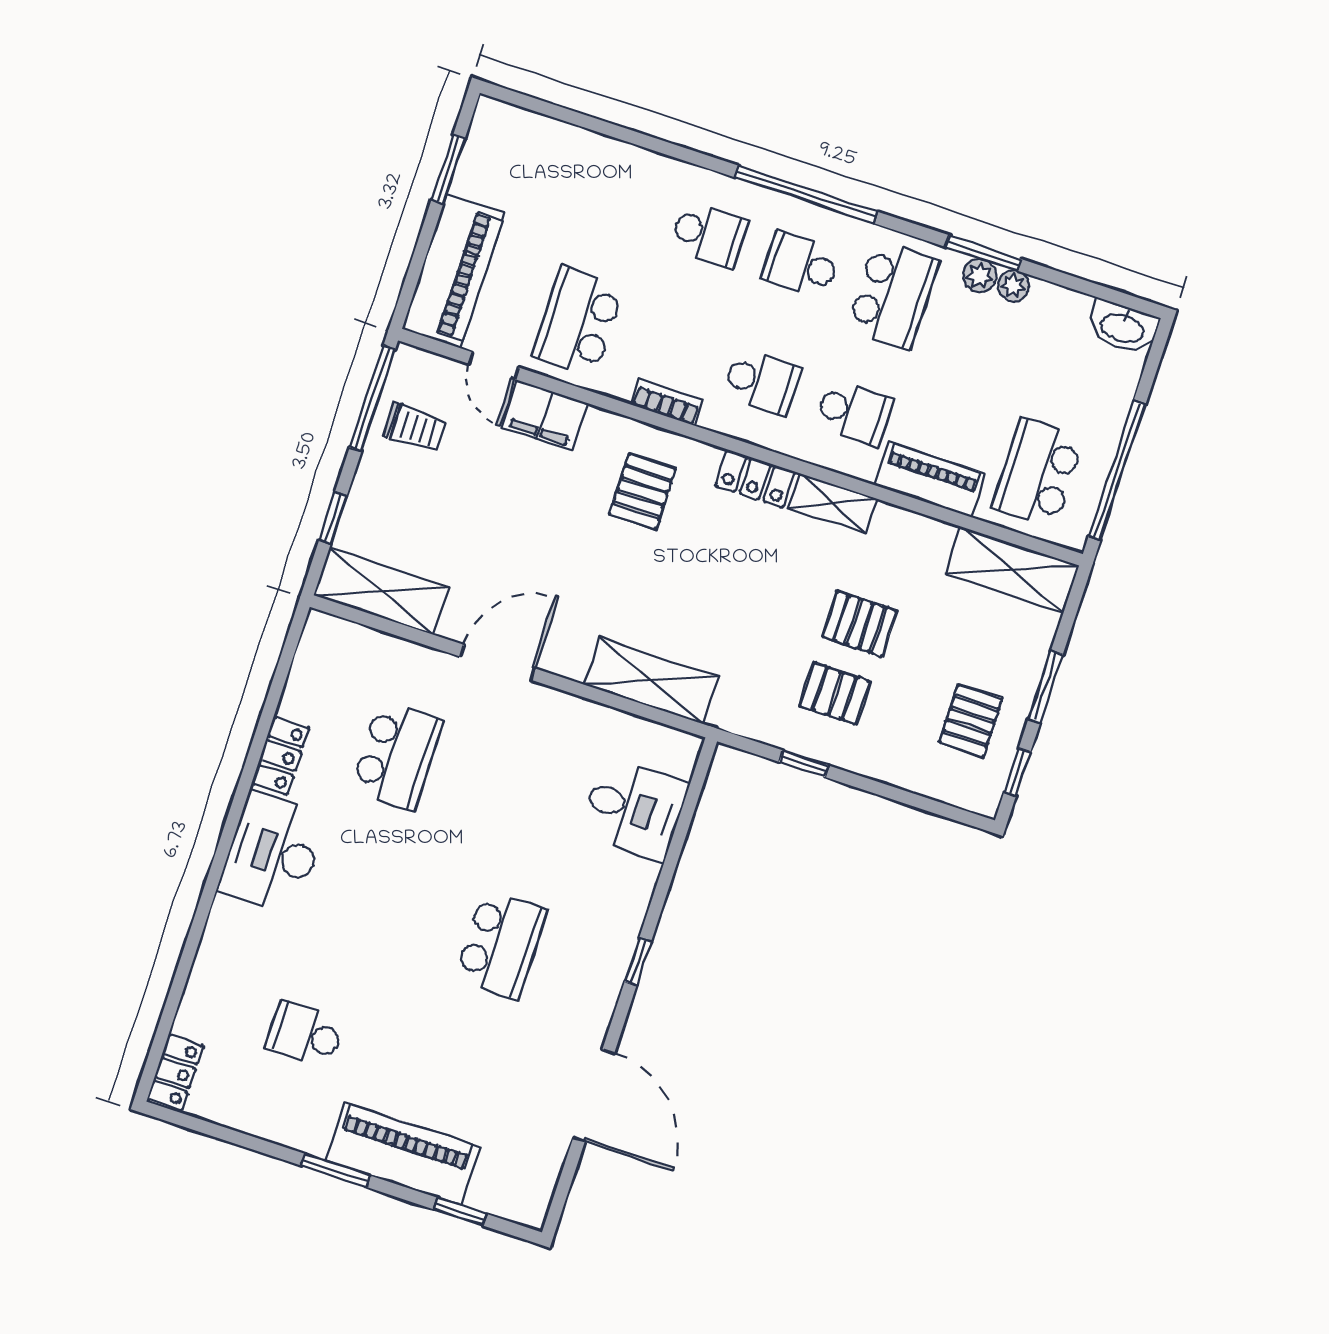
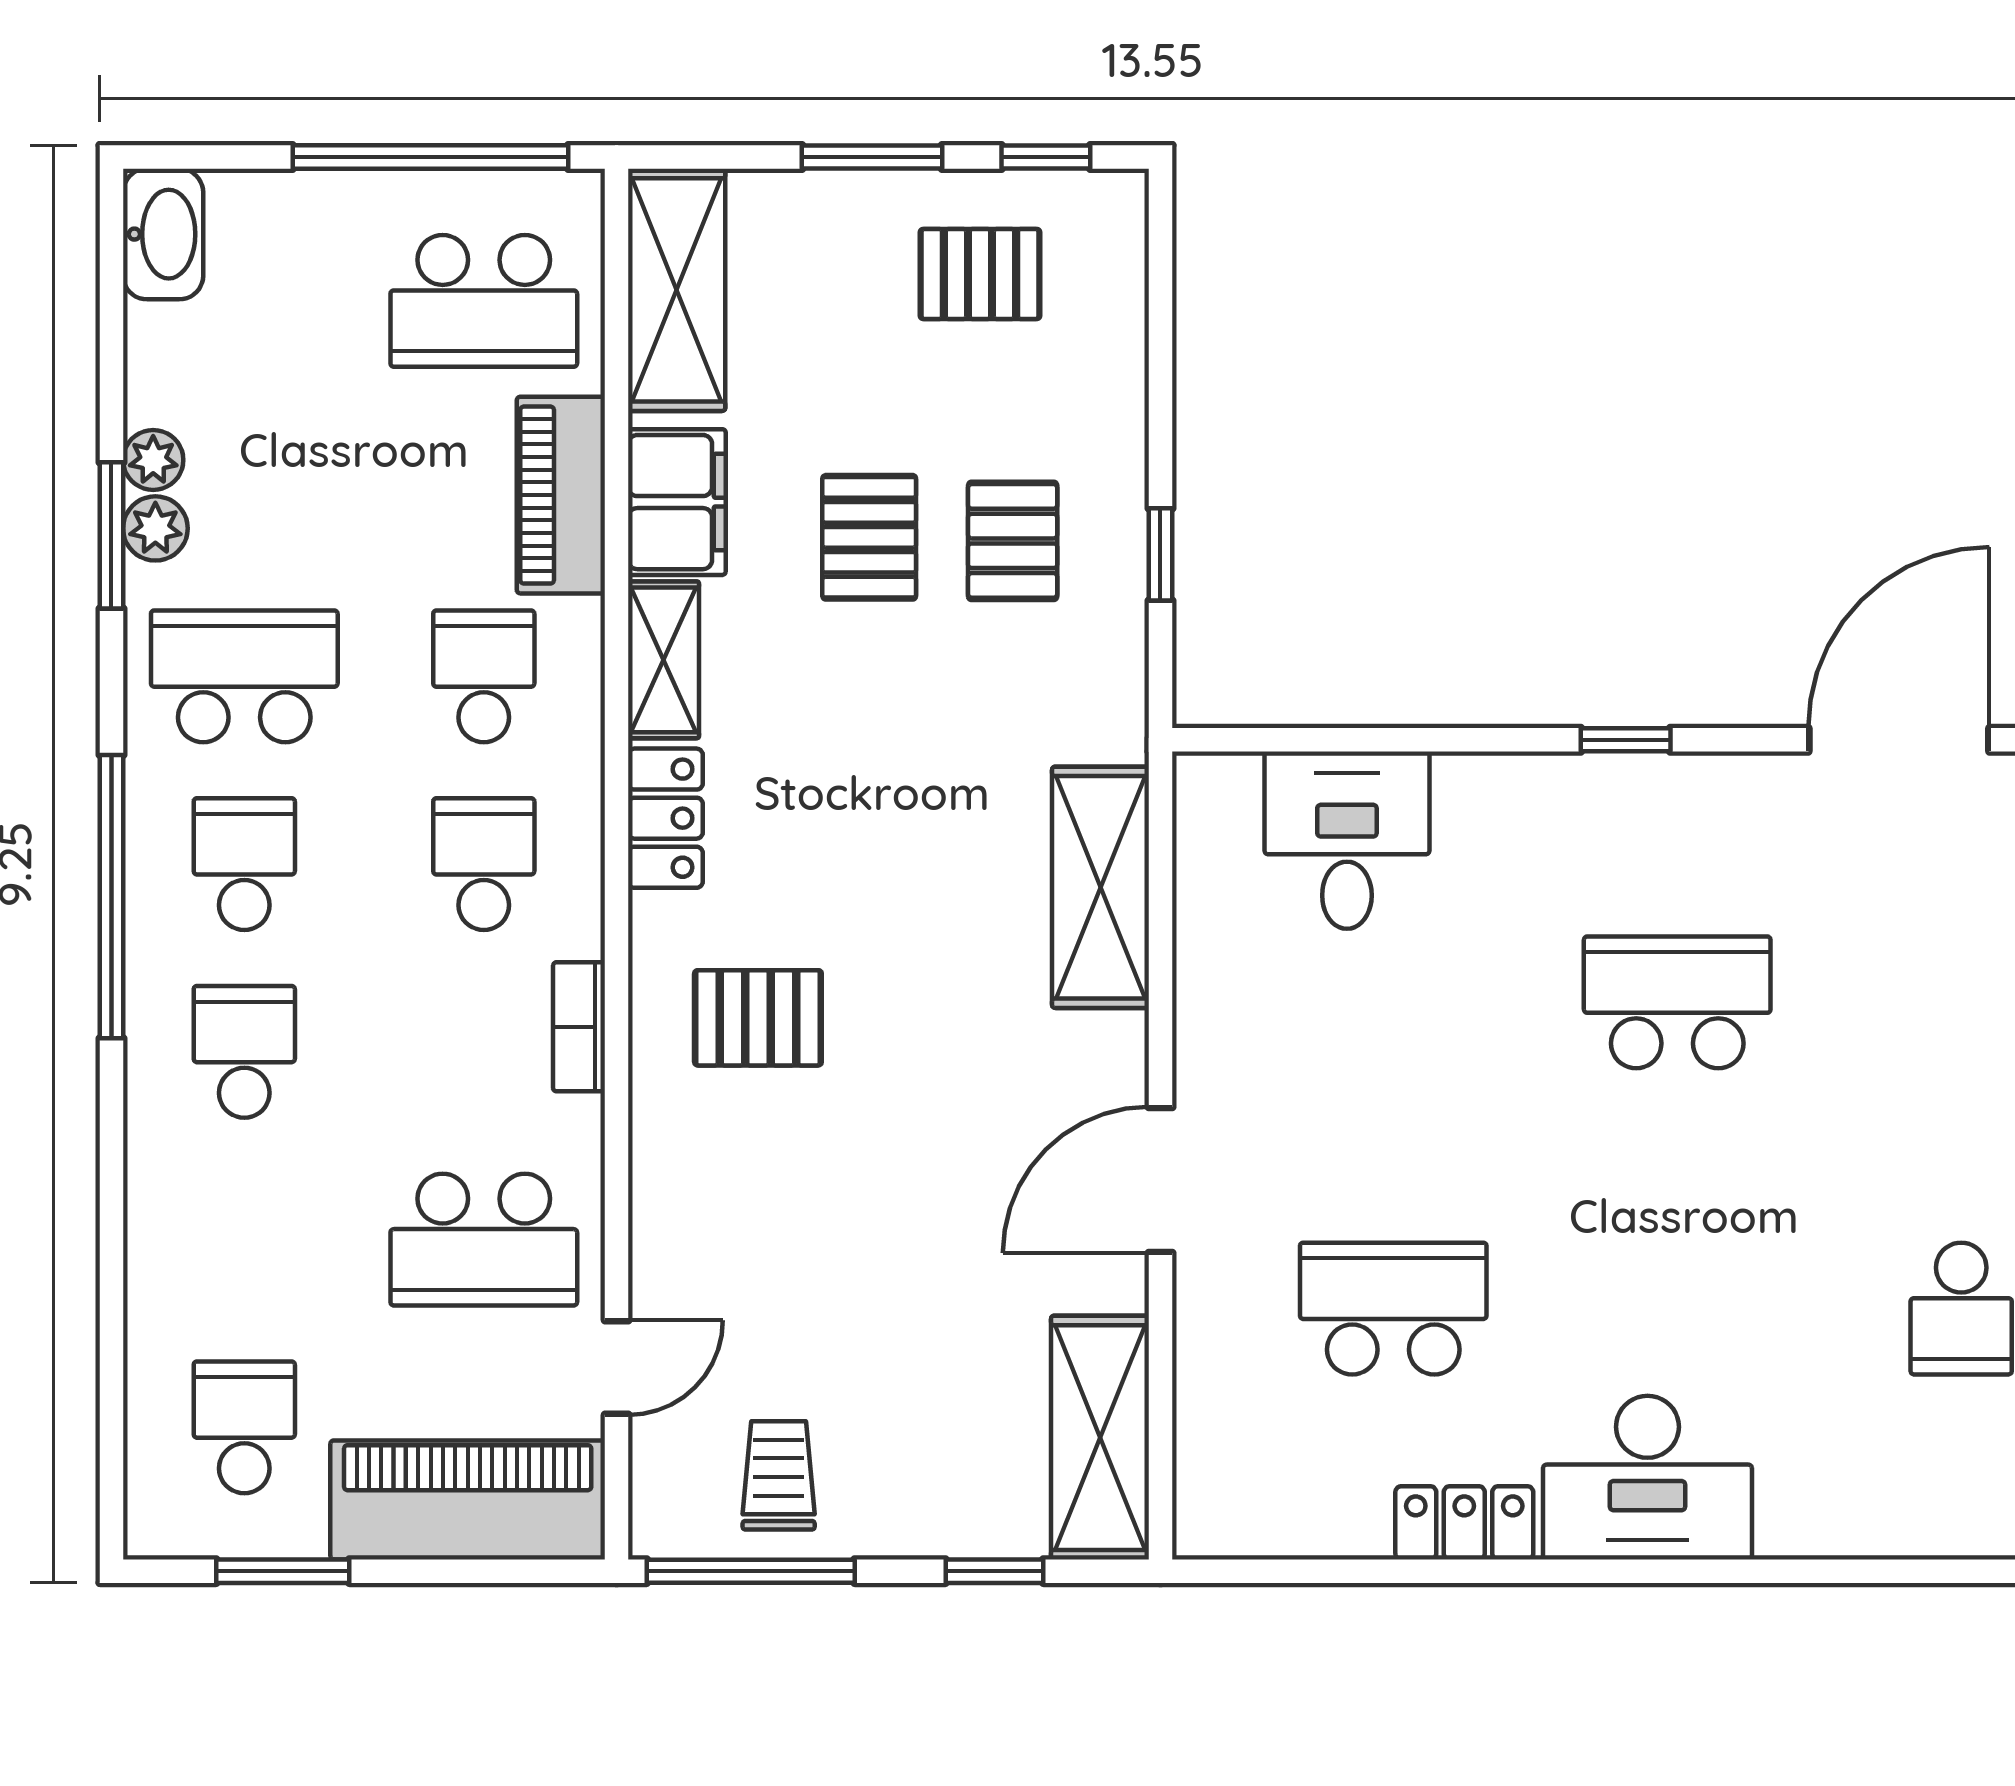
school desk: (525, 174) -> (244, 1427), added
school desk: (801, 265) -> (244, 864), turned 180
filing cabinet: (544, 415) -> (677, 502), moved
door: (498, 662) -> (1160, 1180), hinge flipped

